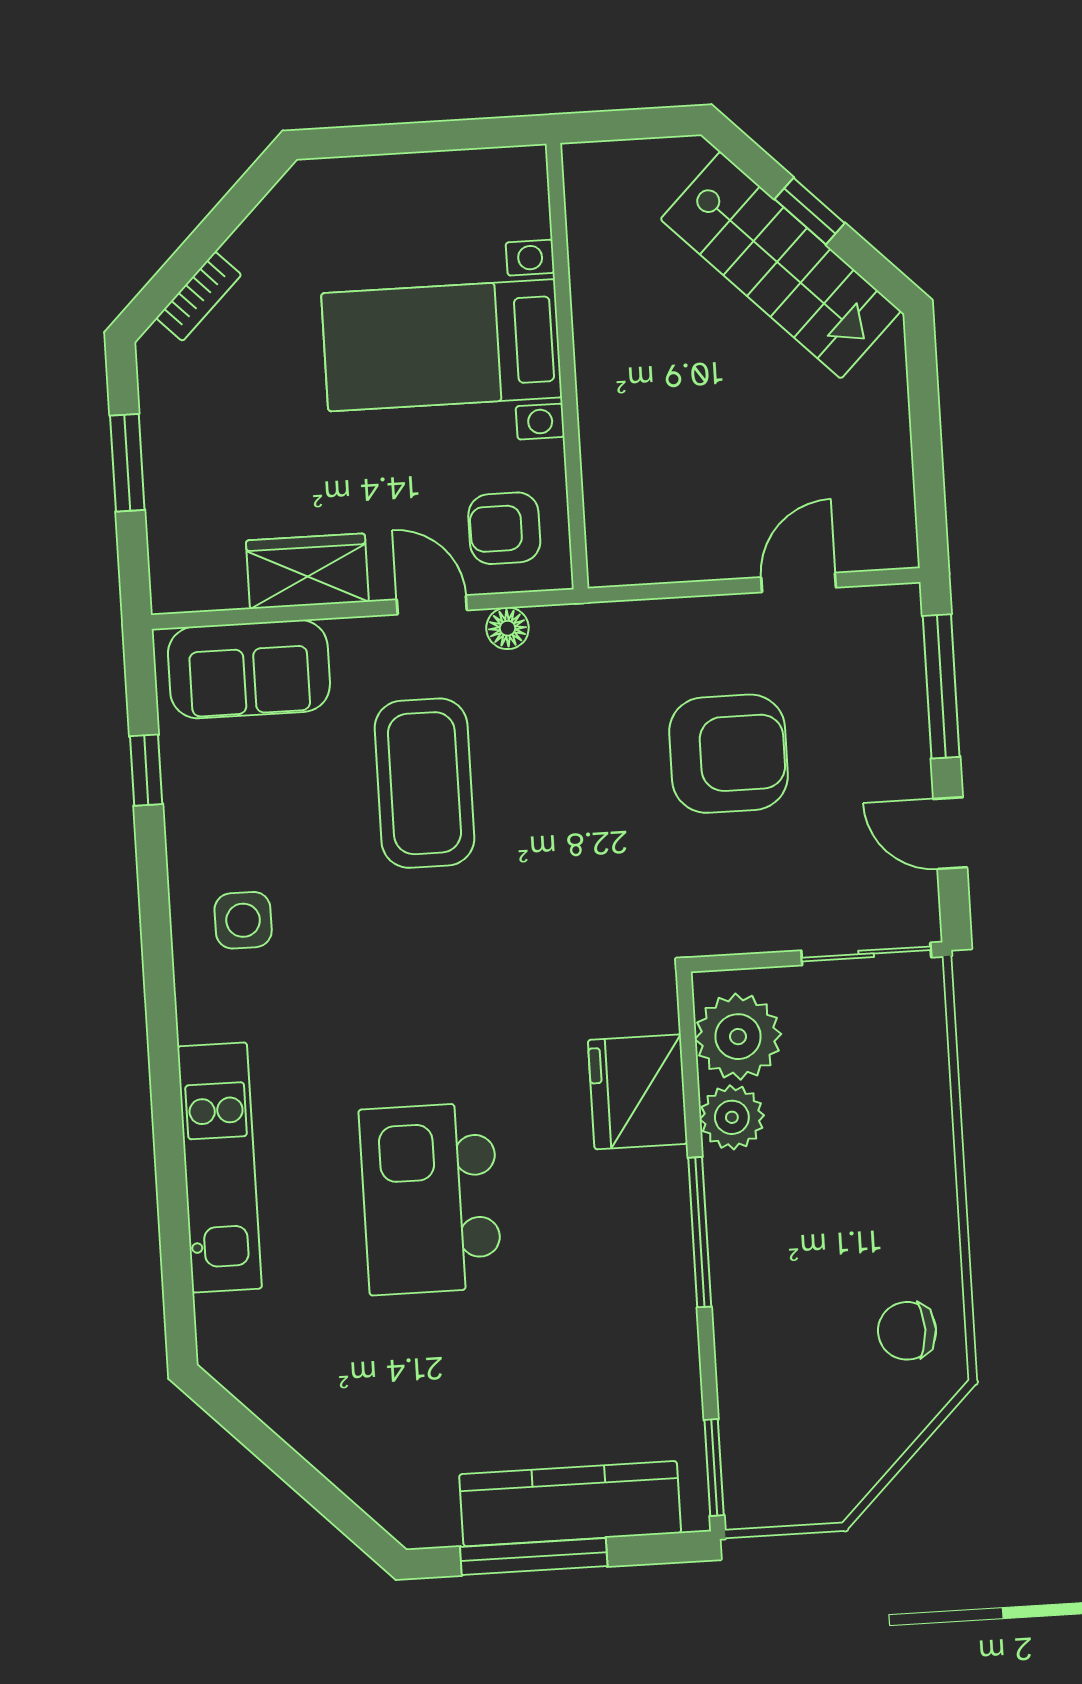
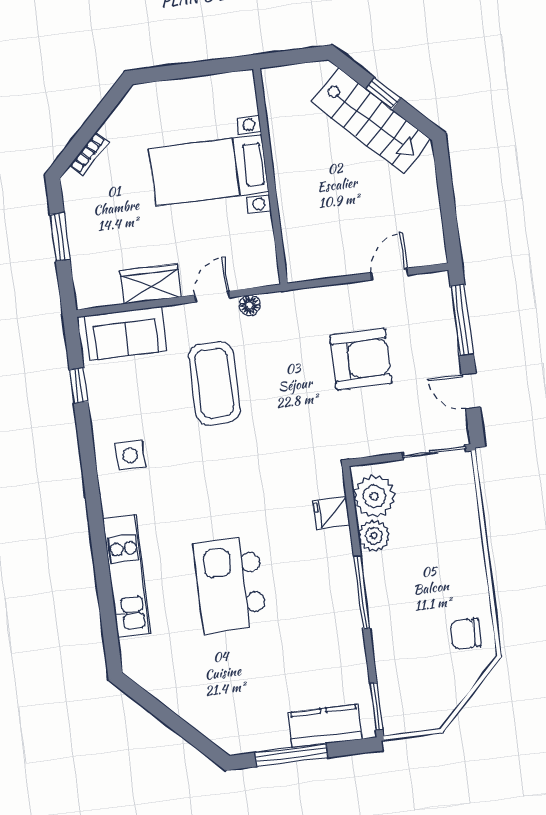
armchair: (504, 528) -> (245, 257), removed
door: (432, 605) -> (212, 296), hinge flipped
fridge: (638, 1092) -> (331, 513), width x0.53, depth x0.75
kitchen counter: (570, 1504) -> (325, 726), width x0.67

